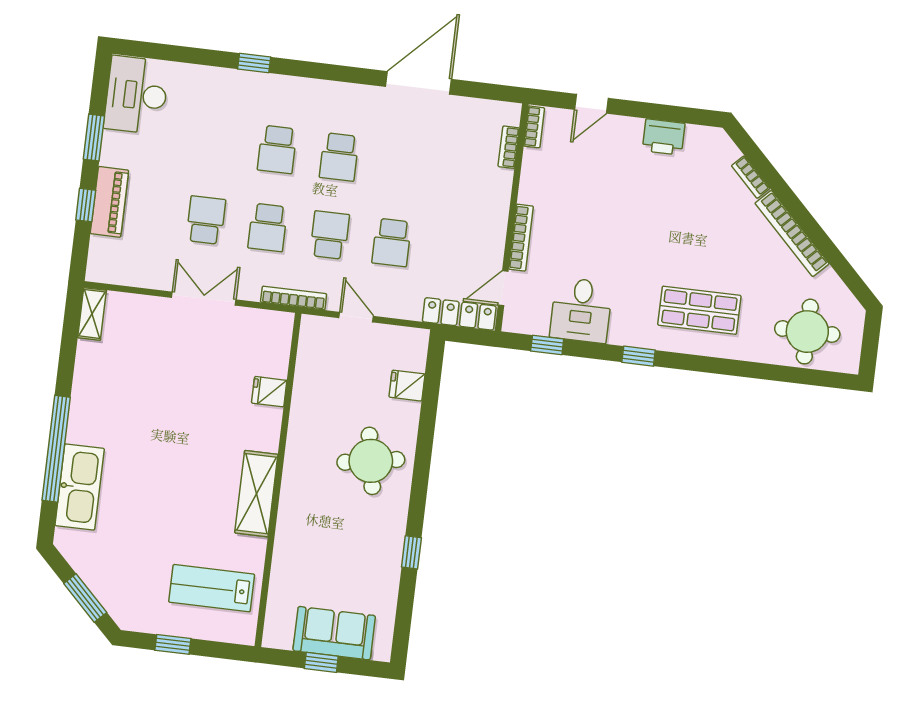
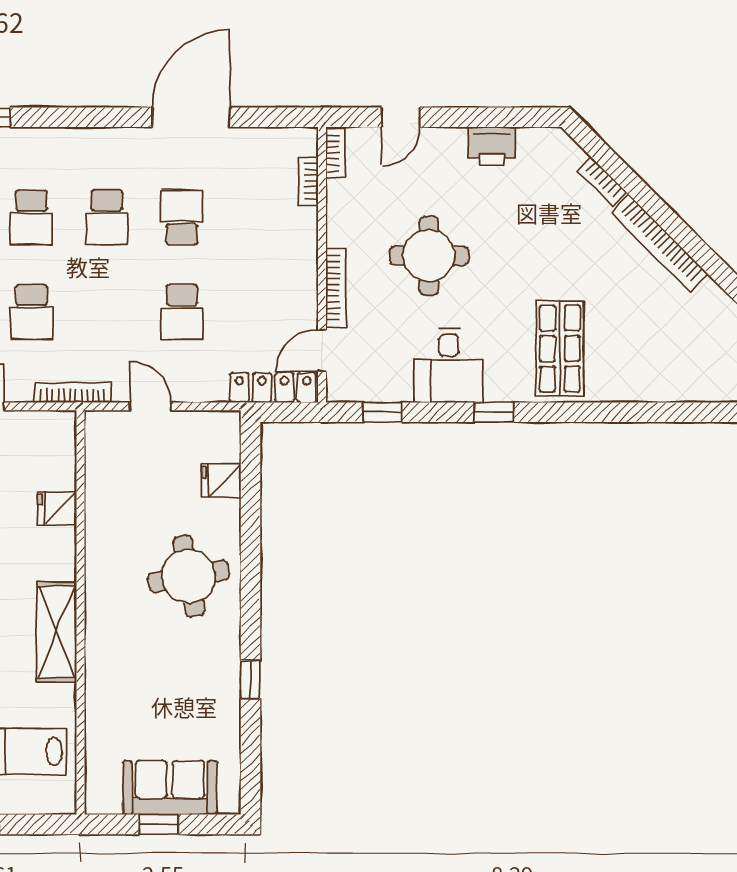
school desk: (330, 235) -> (182, 217), moved
desk: (581, 310) -> (449, 365), moved
shop shelf: (699, 310) -> (560, 349), turned 90
round table: (807, 332) -> (429, 256), moved

